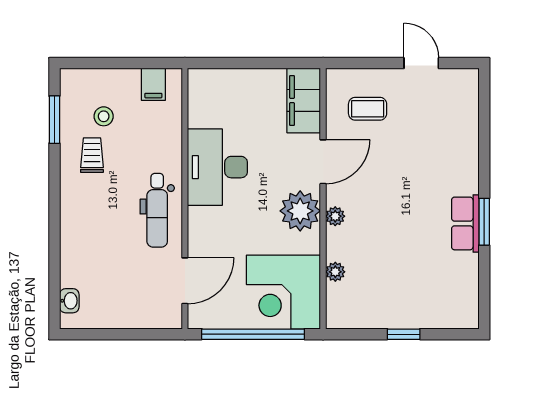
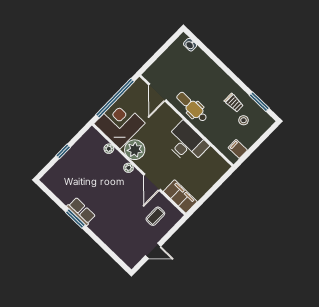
plant: (300, 211) -> (135, 150), moved

